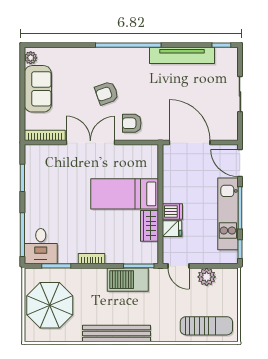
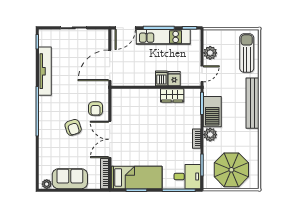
bed: (125, 194) -> (137, 177), moved, turned -90
plant: (97, 277) -> (210, 135), added
bench: (116, 334) -> (252, 103), moved

